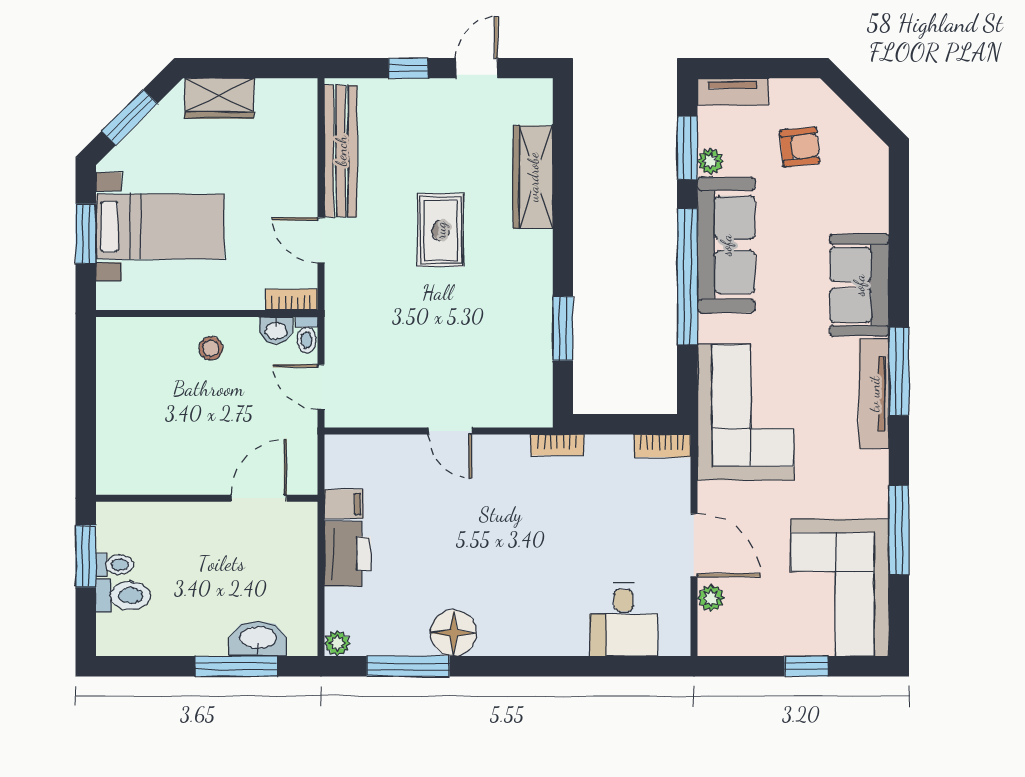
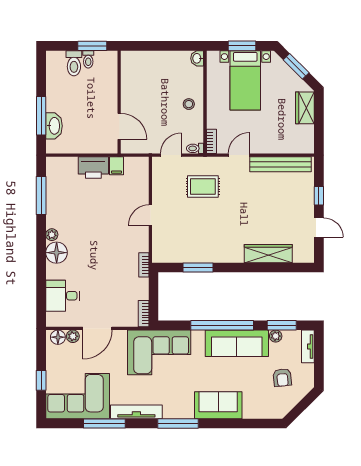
rug: (440, 230) -> (203, 186), moved
washbasin: (276, 330) -> (197, 58), moved
tv unit: (874, 394) -> (136, 412), moved
floor lamp: (713, 630) -> (58, 337), added
floor lamp: (453, 633) -> (57, 253), moved
plant: (337, 643) -> (52, 235), moved

